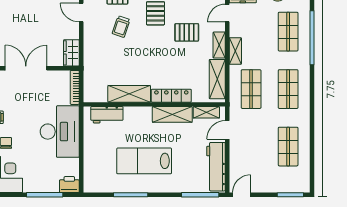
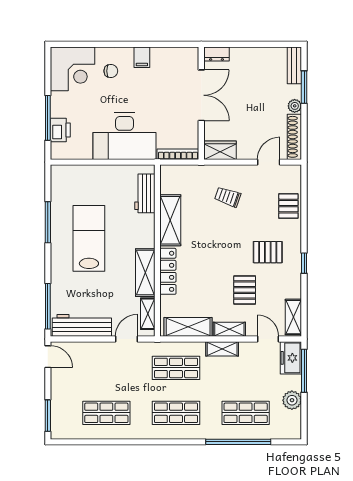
trolley: (121, 27) -> (228, 197), moved
door: (227, 130) -> (126, 339), hinge flipped
printer: (69, 185) -> (60, 130), moved

